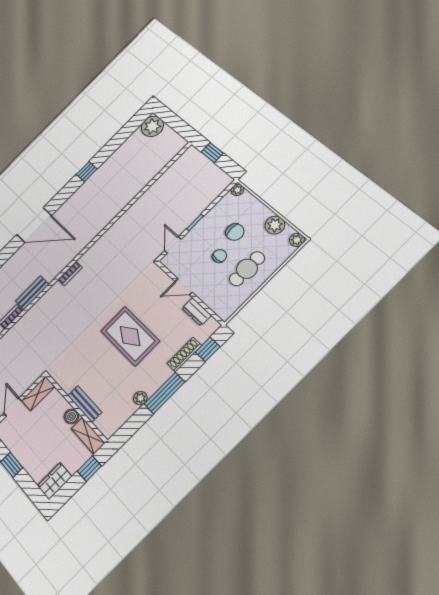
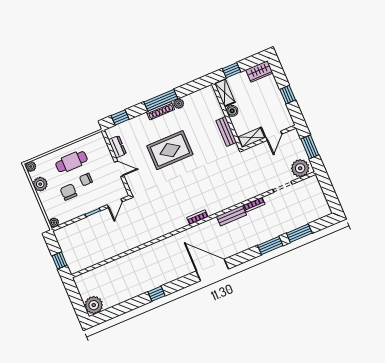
rug: (130, 336) -> (170, 150), turned 90
shoe rack: (184, 355) -> (160, 111), moved
bench: (85, 404) -> (226, 132), moved

